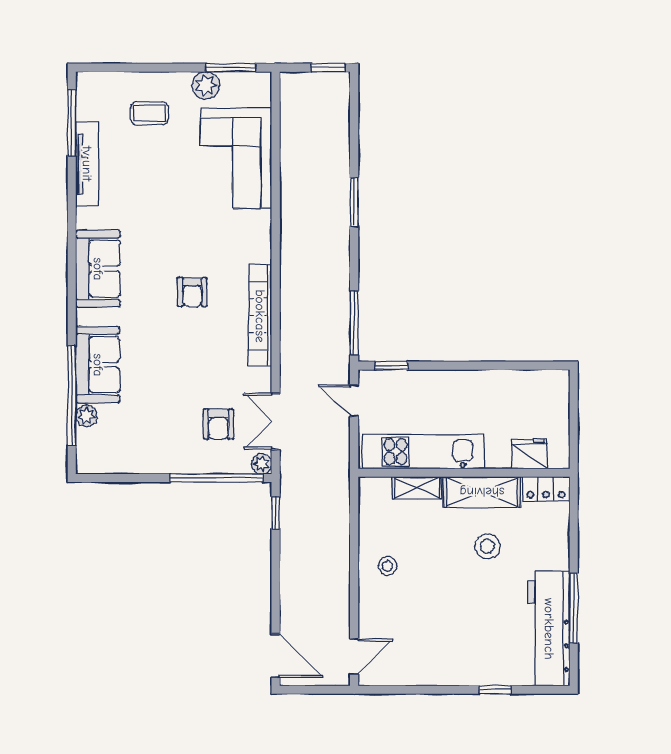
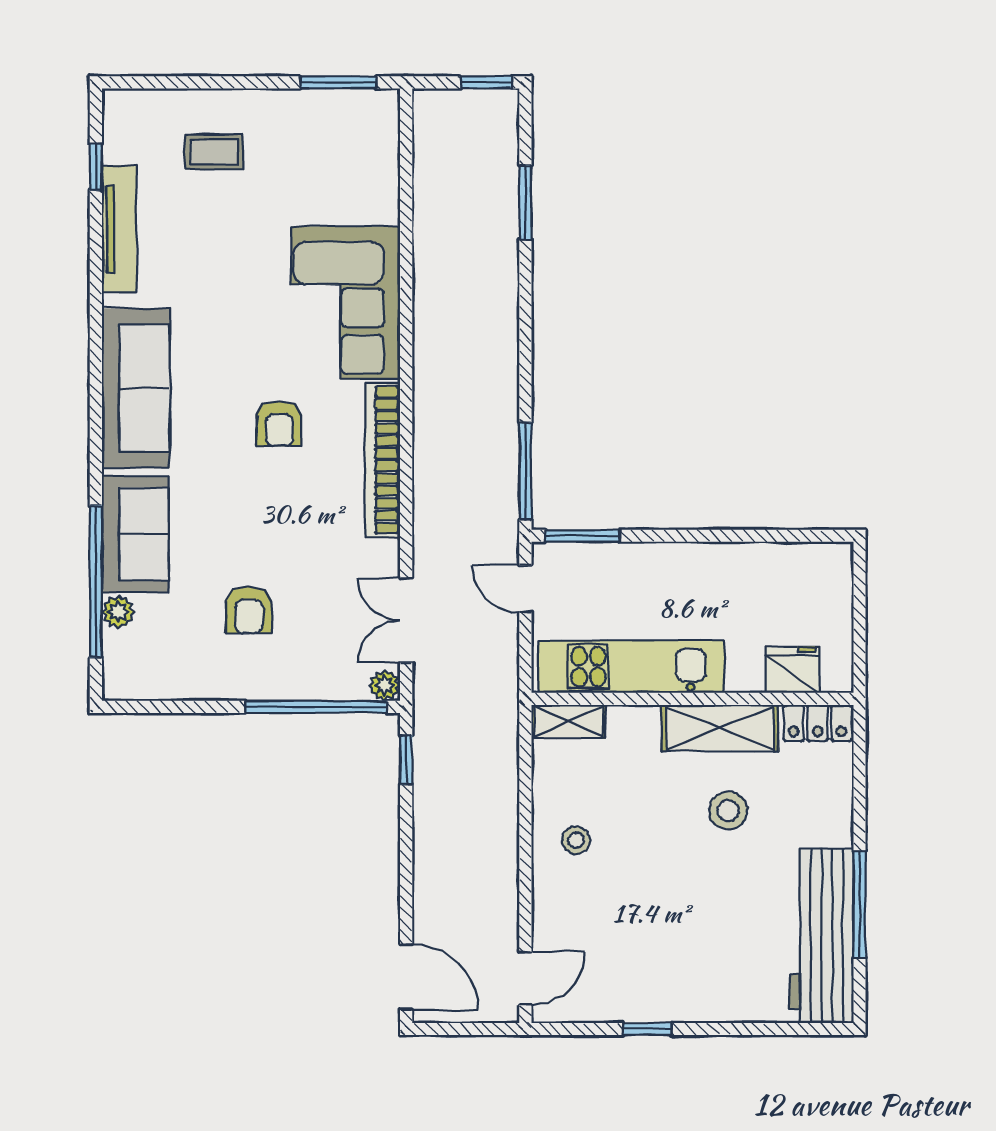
plant: (206, 85) -> (300, 109), removed
window: (72, 123) -> (96, 167), width x0.46
corner sofa: (236, 158) -> (346, 303), moved
window: (354, 202) -> (525, 202), moved
sofa: (98, 269) -> (136, 388), width x1.36
window: (391, 366) -> (582, 536), width x1.50
armchair: (218, 424) -> (249, 610), moved
shelving: (417, 488) -> (569, 722), moved
window: (495, 690) -> (647, 1029), moved

